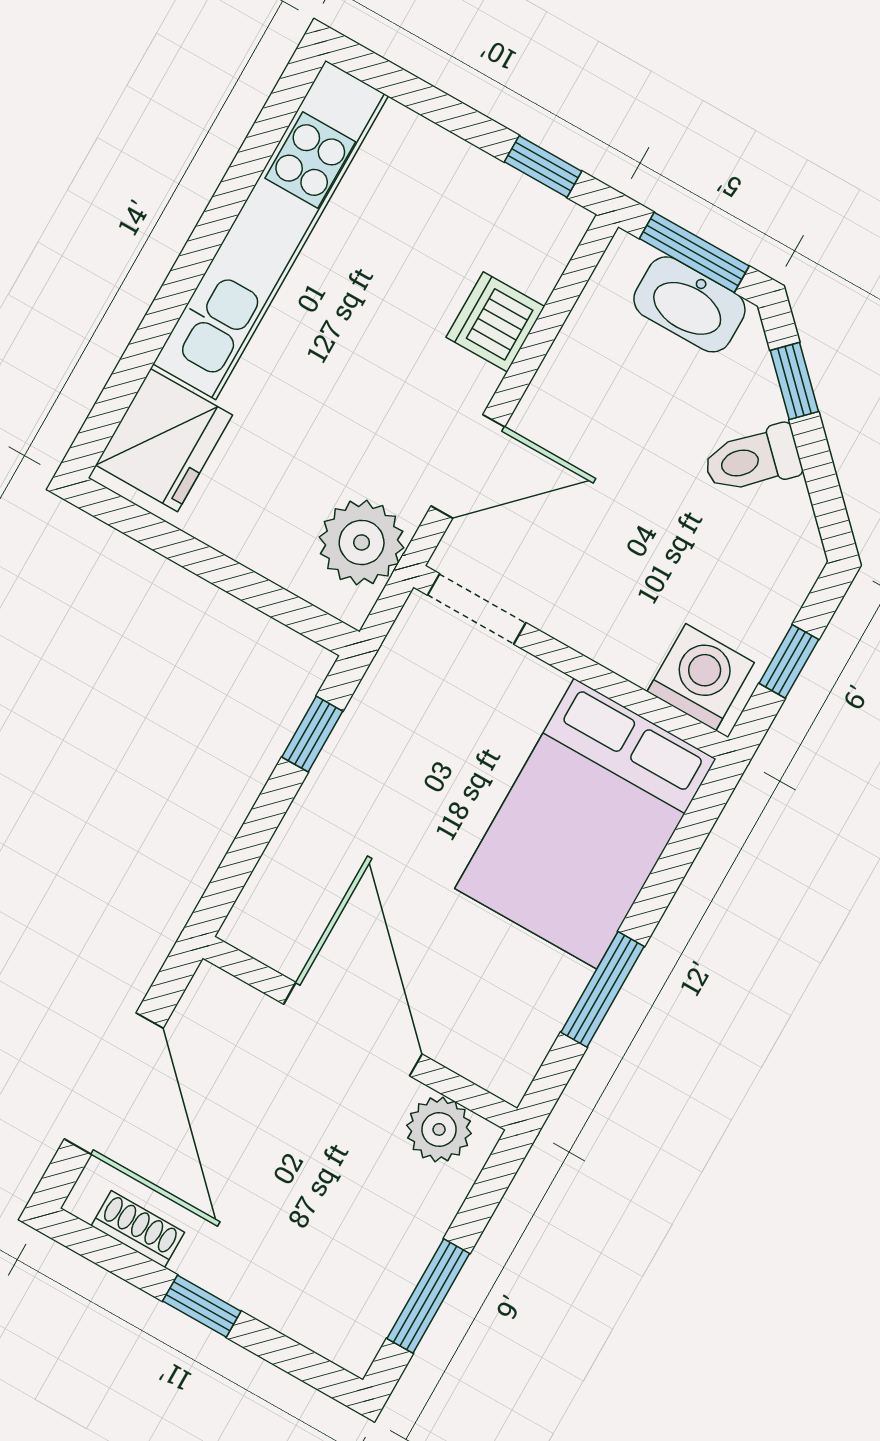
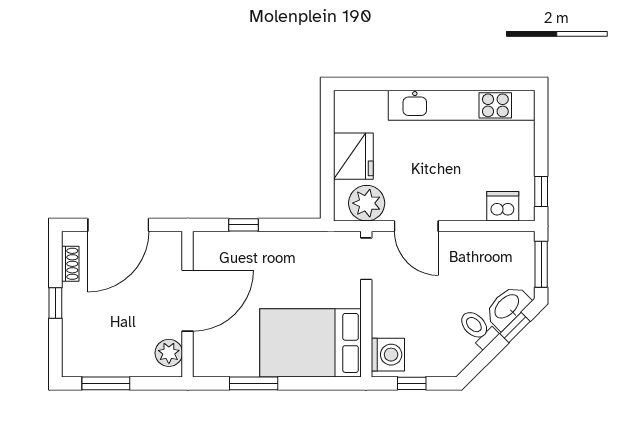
washbasin: (689, 304) -> (507, 307), moved, turned 45
dishwasher: (495, 322) -> (503, 206), moved
fridge: (164, 440) -> (353, 156), moved, turned -90
window: (312, 734) -> (244, 225), moved

